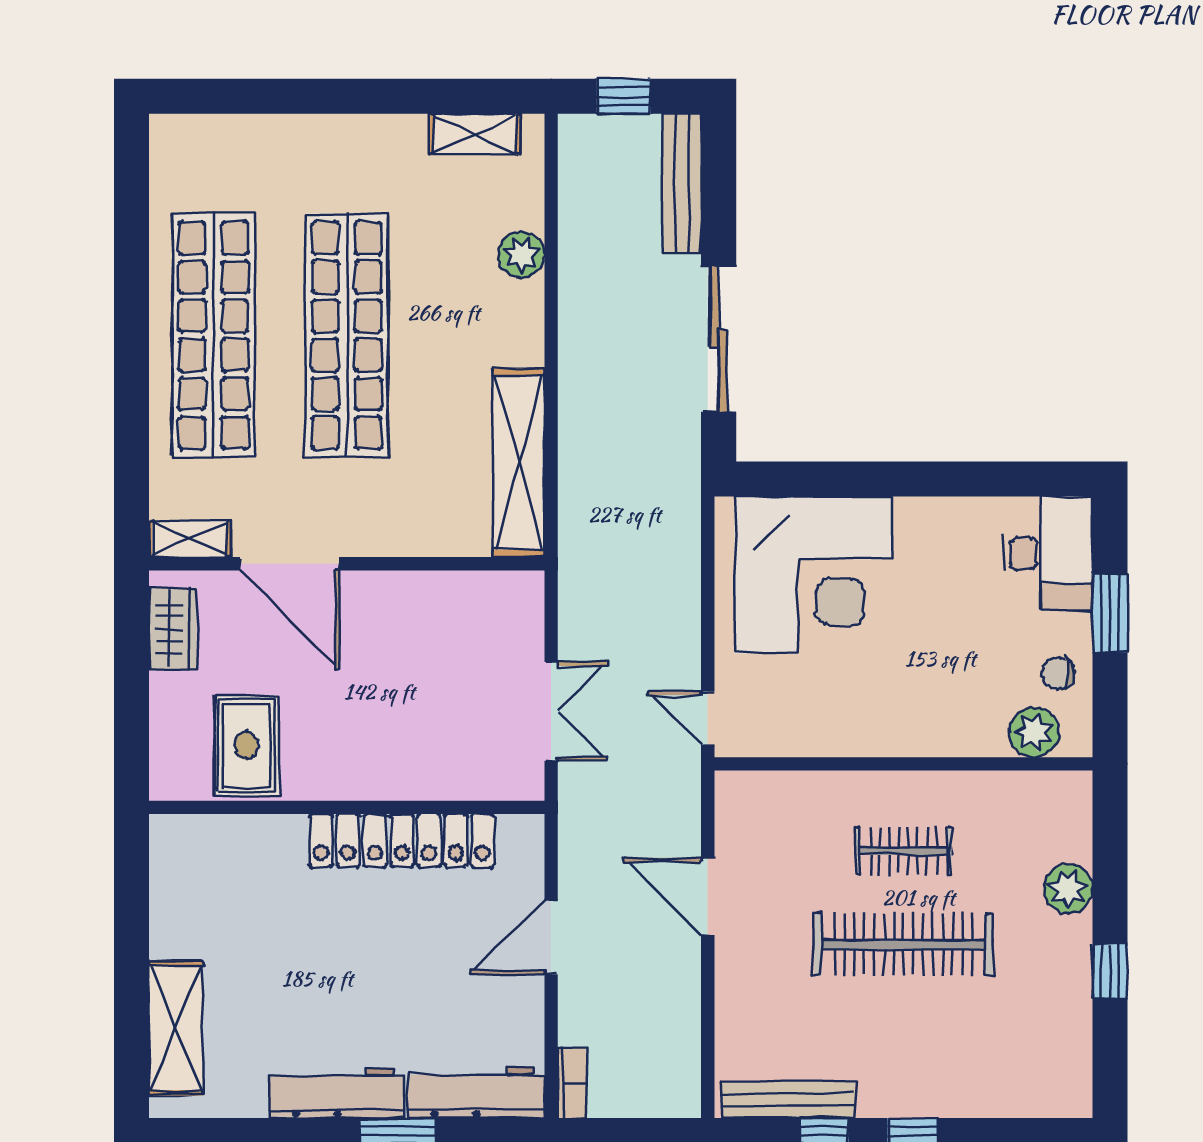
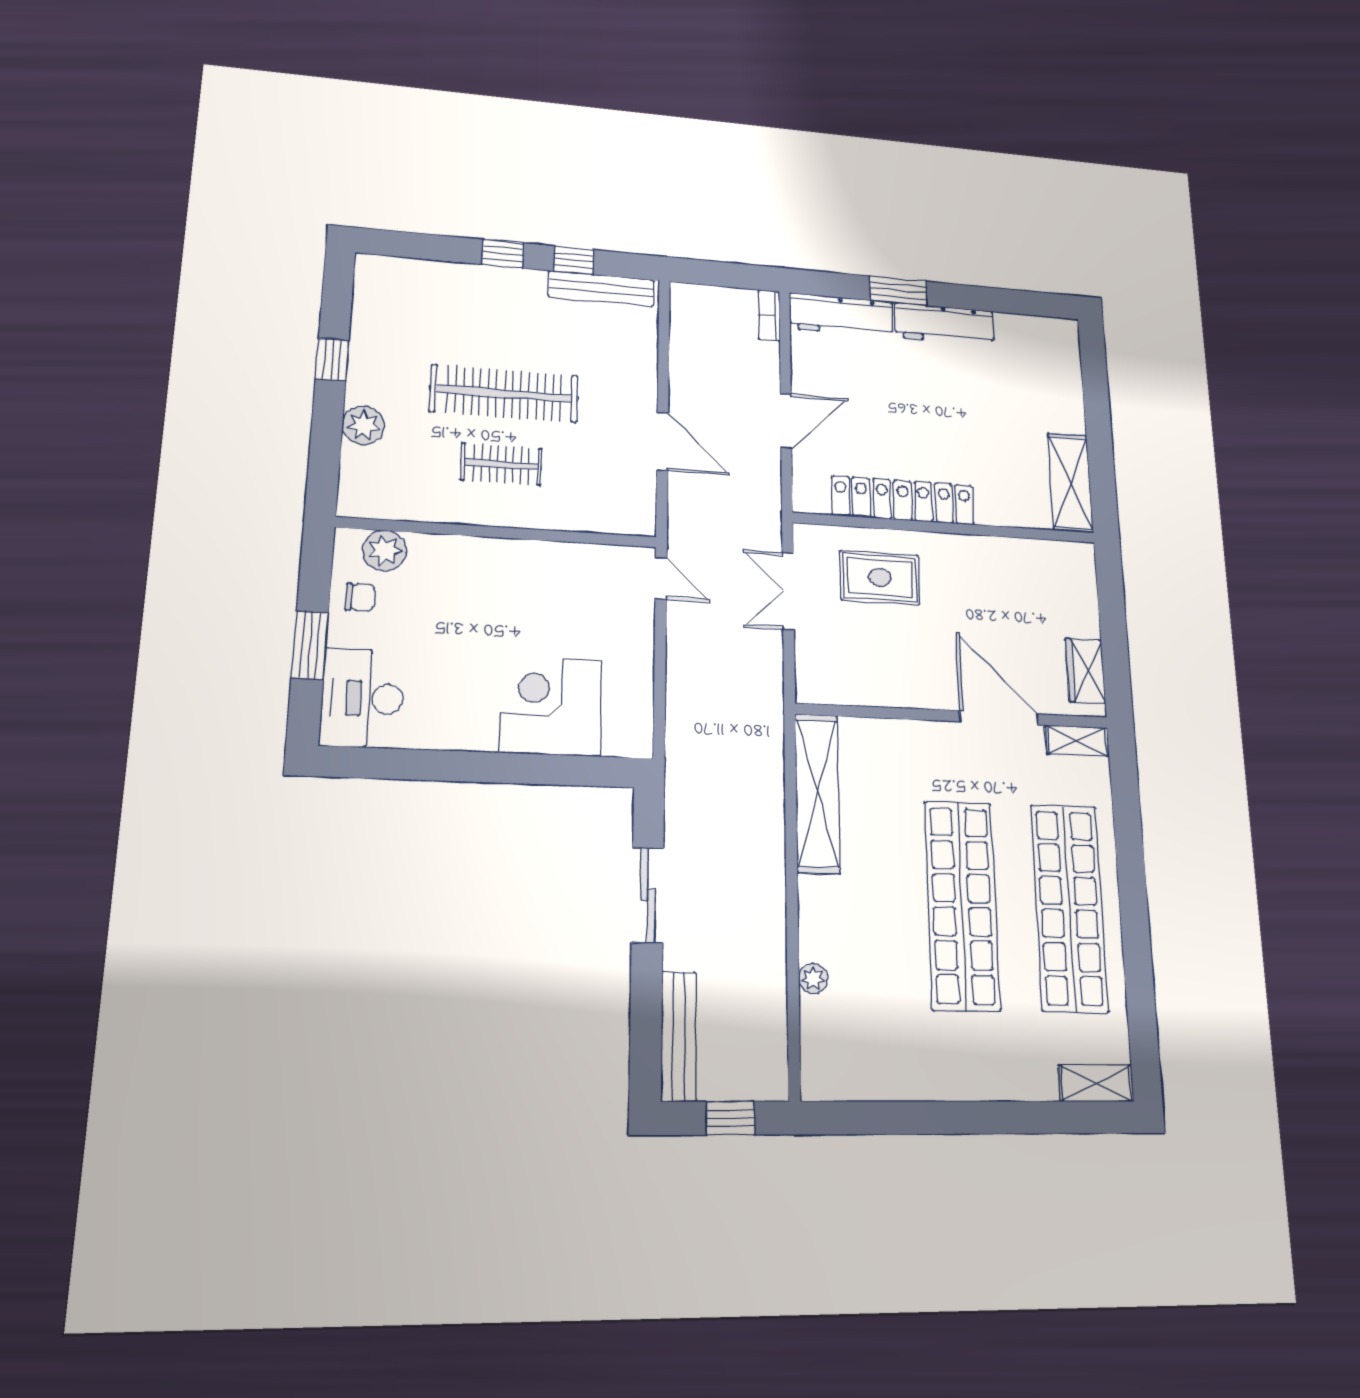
shelving: (474, 134) -> (1096, 1083), moved
plant: (521, 255) -> (813, 979), width x0.73, depth x0.73
sliding door: (719, 339) -> (648, 895), width x0.73
corner desk: (813, 575) -> (551, 706), width x0.74, depth x0.74
rug: (246, 746) -> (880, 577), moved, turned 90
shelving: (176, 1028) -> (1070, 483), moved

